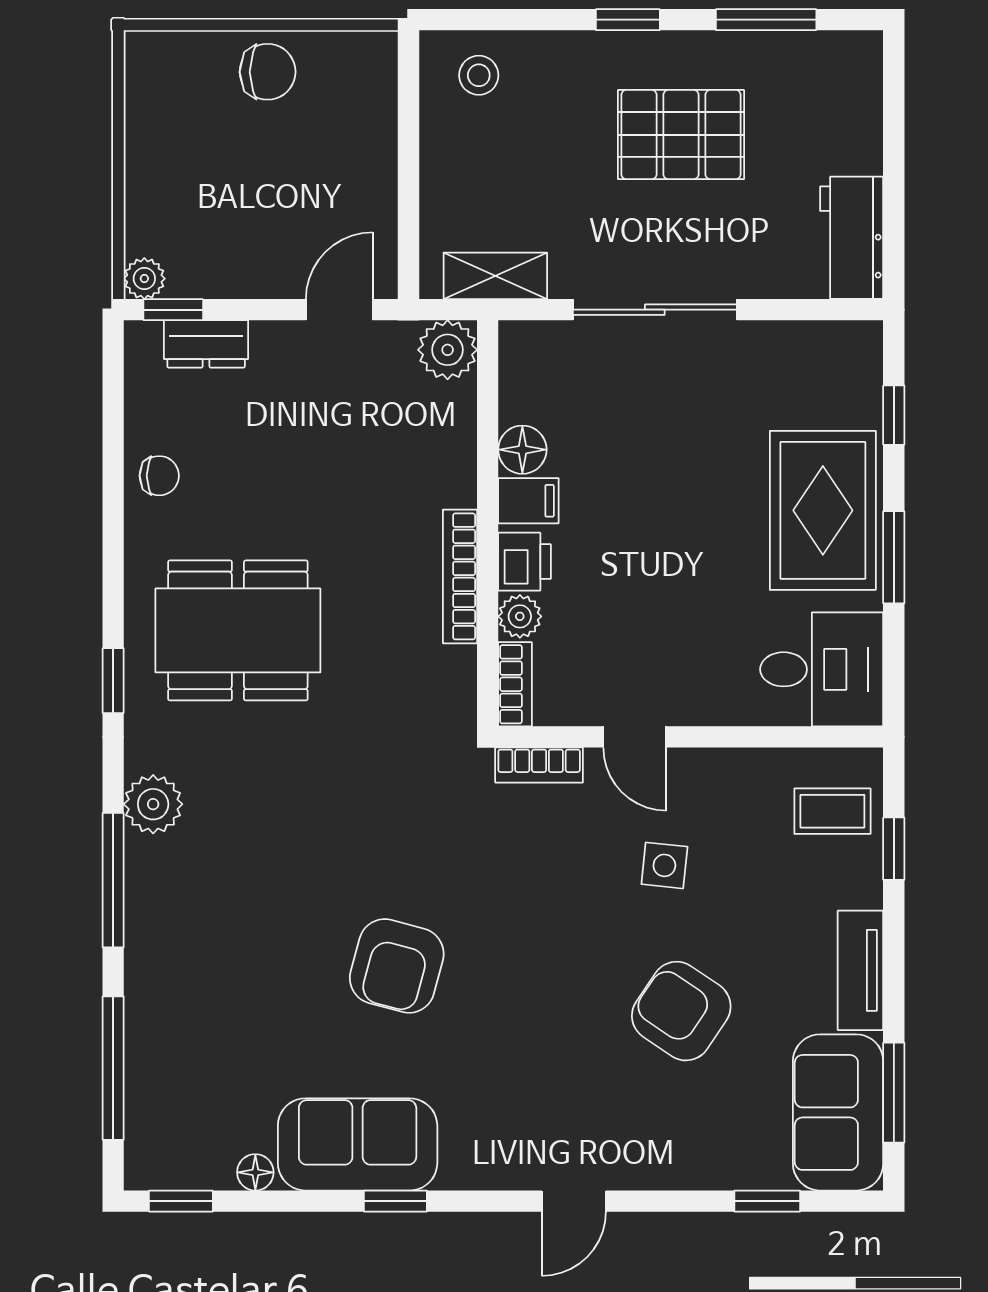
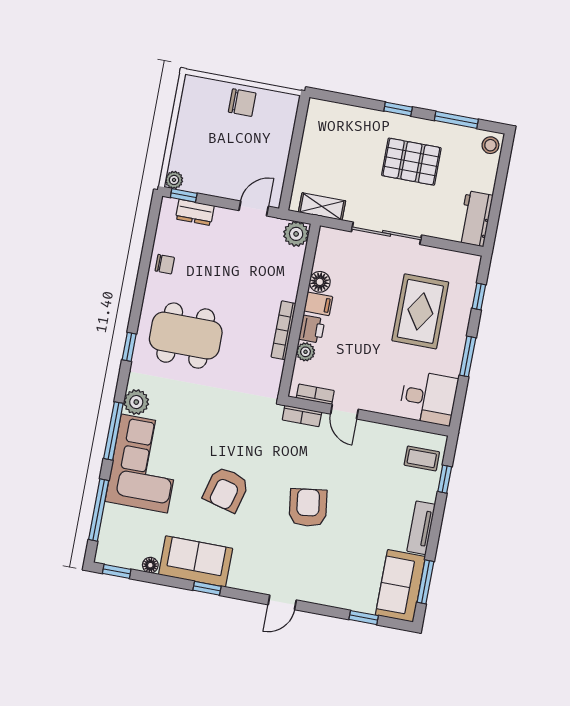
stool: (479, 75) -> (490, 145), moved
rug: (823, 510) -> (420, 311), moved
bookcase: (515, 684) -> (315, 394), moved, turned -90
side table: (664, 865) -> (347, 468), removed
corner sofa: (198, 942) -> (144, 463), added
armchair: (681, 1011) -> (308, 508), moved, turned 48

